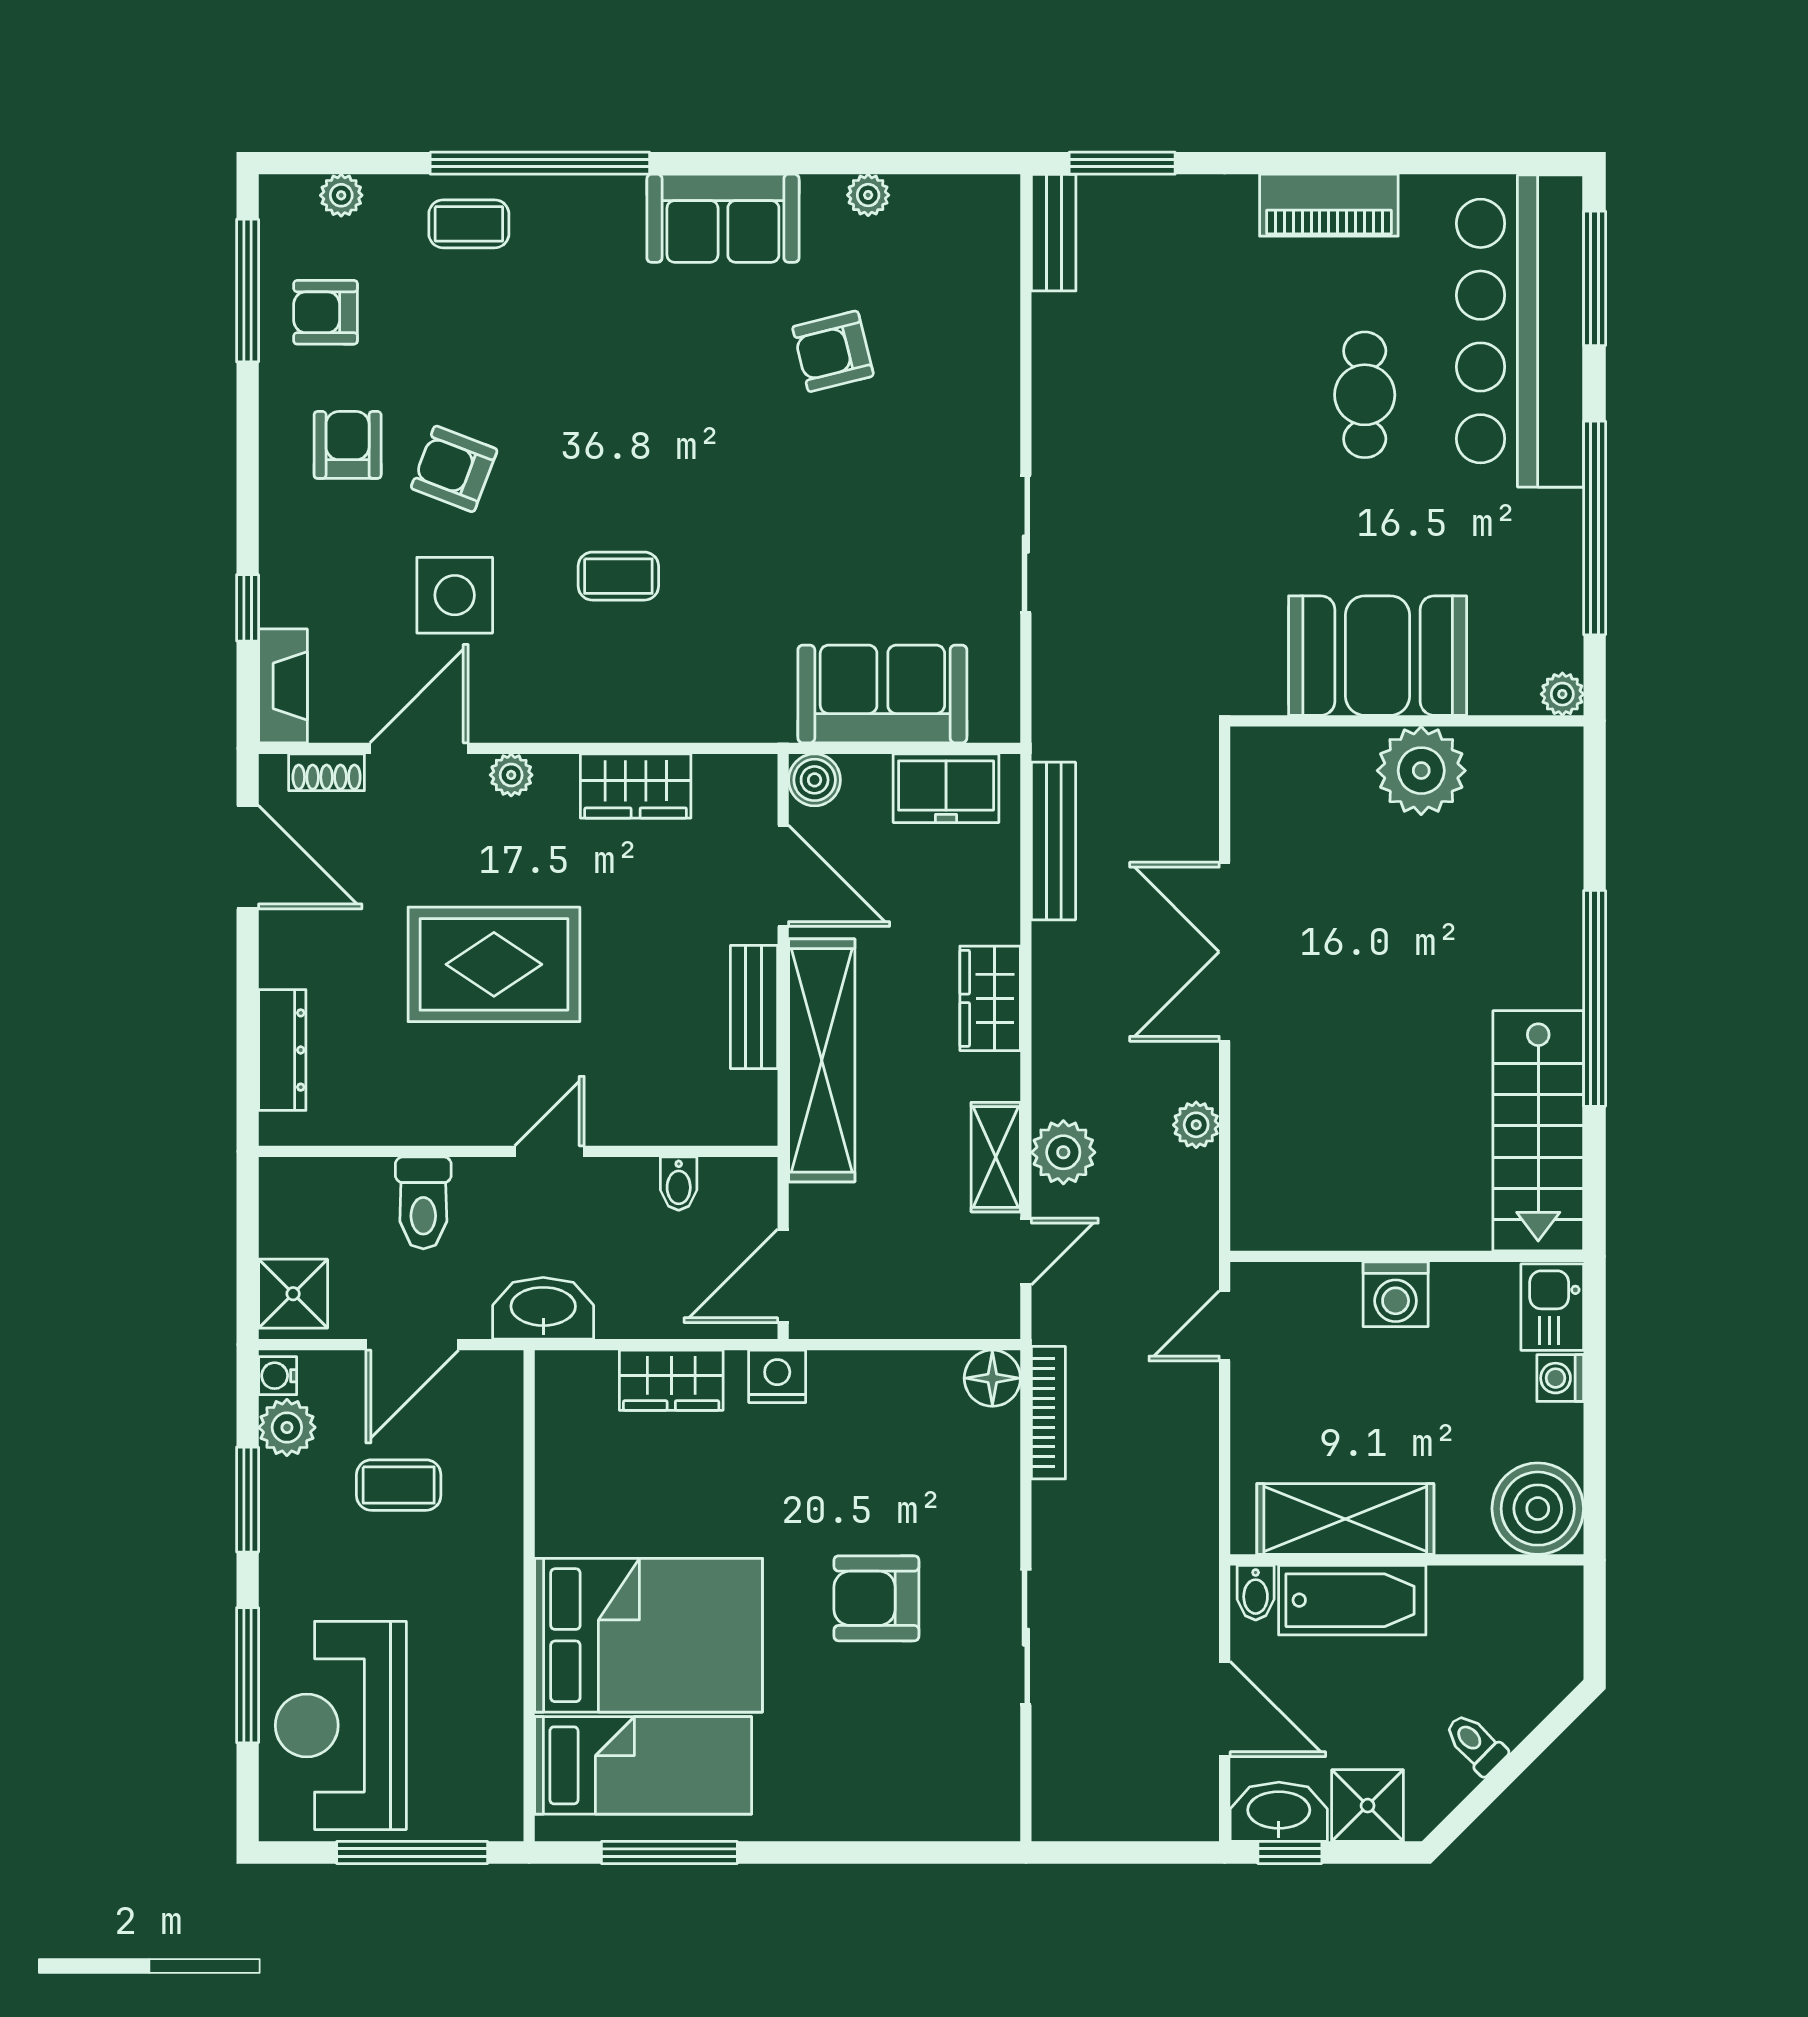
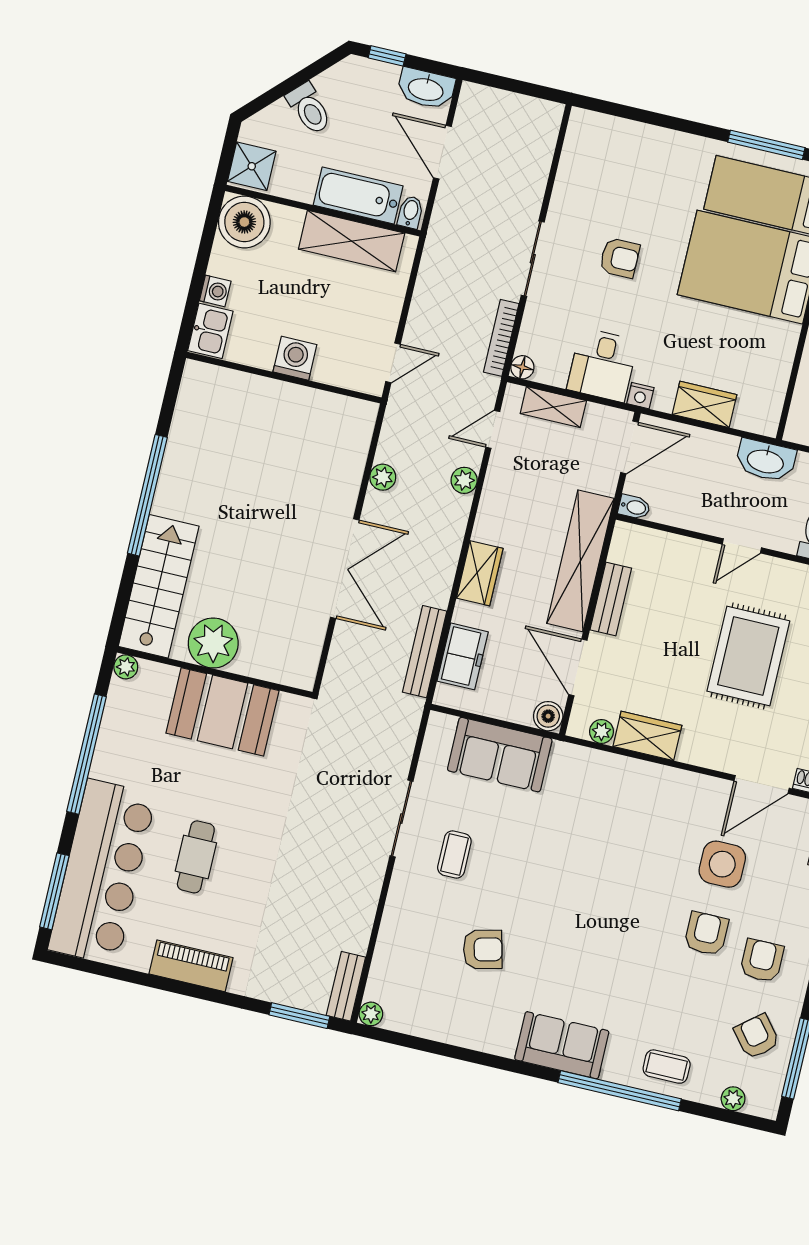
plant: (868, 195) -> (371, 1014), moved
sofa: (723, 218) -> (562, 1045), moved
armchair: (326, 312) -> (757, 1036), turned -129
armchair: (348, 445) -> (762, 961), turned 180
armchair: (454, 469) -> (706, 934), turned -111
coffee table: (618, 576) -> (454, 855), moved, turned 90
plant: (511, 775) -> (601, 731), moved
freezer: (946, 788) -> (463, 656), moved, turned 90
rug: (494, 964) -> (748, 656), turned 90
stairs: (1538, 1131) -> (159, 586), moved
plant: (1063, 1152) -> (464, 480), width x0.73, depth x0.73
shelving: (996, 1157) -> (553, 407), moved, turned 90
bidet: (679, 1184) -> (634, 507), moved, turned 90
nightstand: (777, 1376) -> (640, 396), width x0.72, depth x0.74
floor lamp: (992, 1378) -> (522, 367), width x0.73, depth x0.73
desk: (863, 1407) -> (602, 365), added
armchair: (876, 1598) -> (620, 258), width x0.72, depth x0.72
sliding door: (1026, 1637) -> (533, 259), moved
toilet: (1475, 1744) -> (309, 109), width x1.37, depth x1.39
shower: (1368, 1806) -> (252, 166), moved
window: (1290, 1852) -> (387, 56), moved

